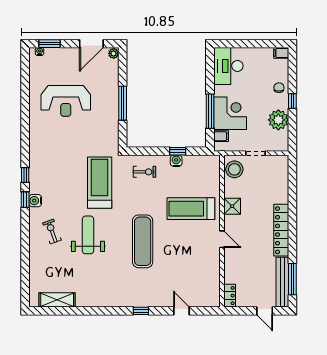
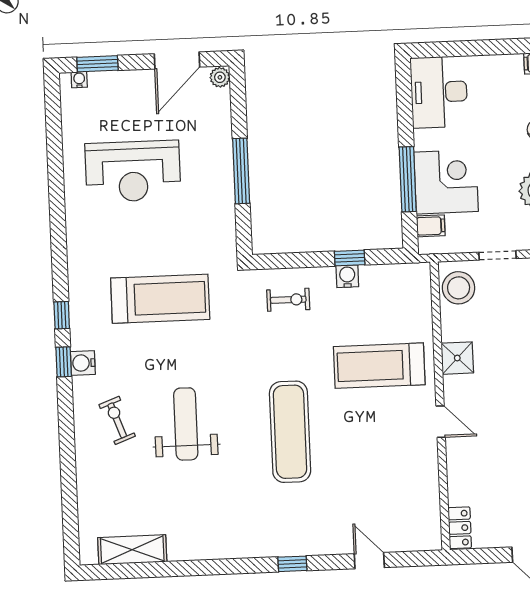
treadmill: (100, 183) -> (160, 299), moved, turned 90

